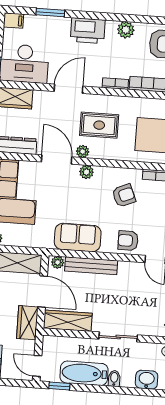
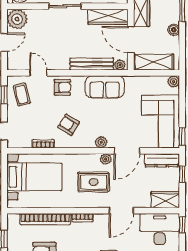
door: (57, 159) -> (127, 151), hinge flipped
armchair: (124, 195) -> (69, 125), turned 55

